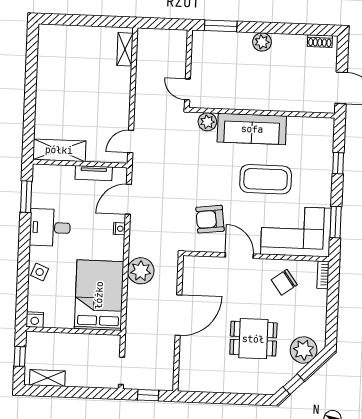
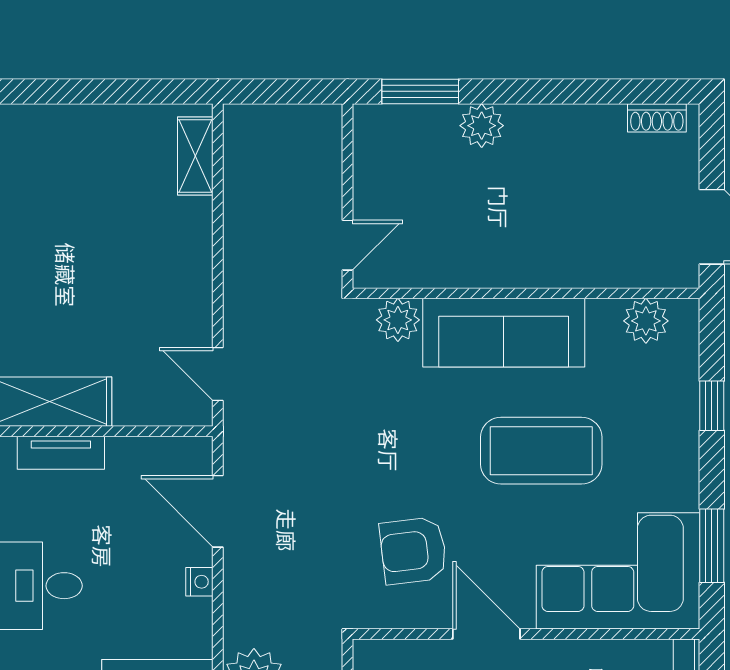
plant: (262, 42) -> (482, 126), moved
door: (187, 89) -> (348, 245), swing flipped
plant: (312, 126) -> (646, 321), added
door: (131, 141) -> (218, 374), hinge flipped
tv unit: (94, 173) -> (61, 453), moved
door: (128, 199) -> (218, 511), hinge flipped

